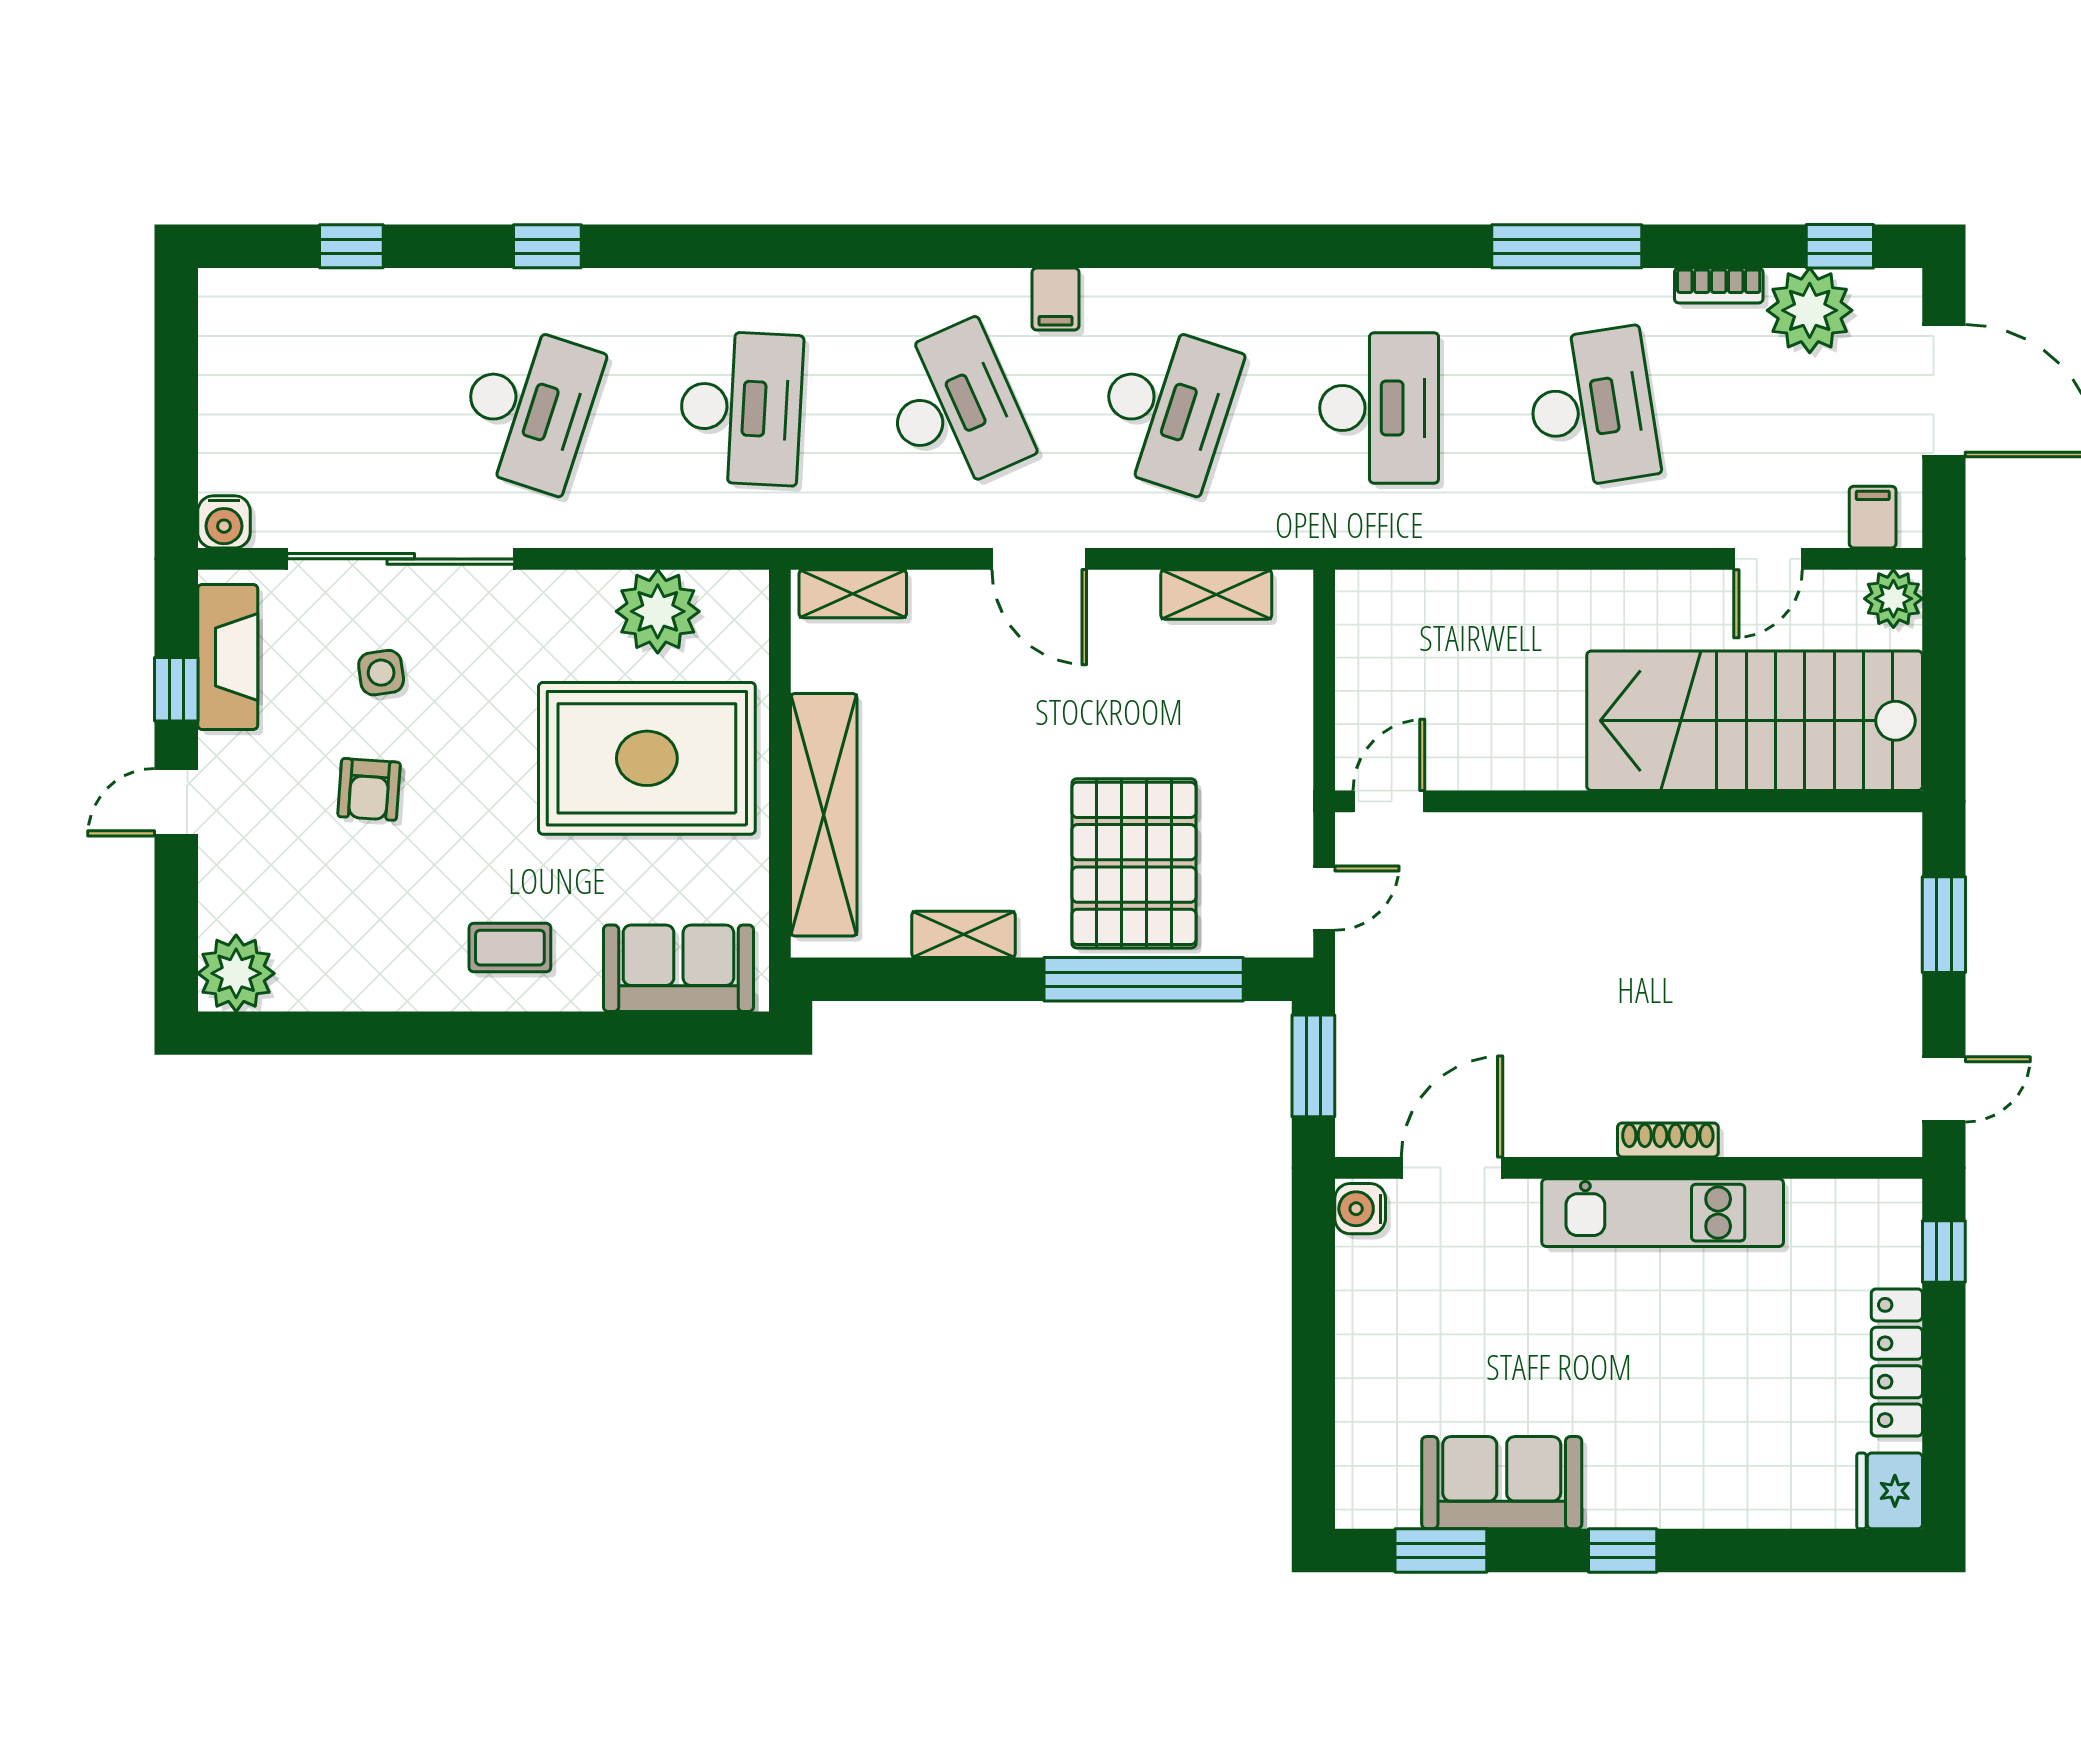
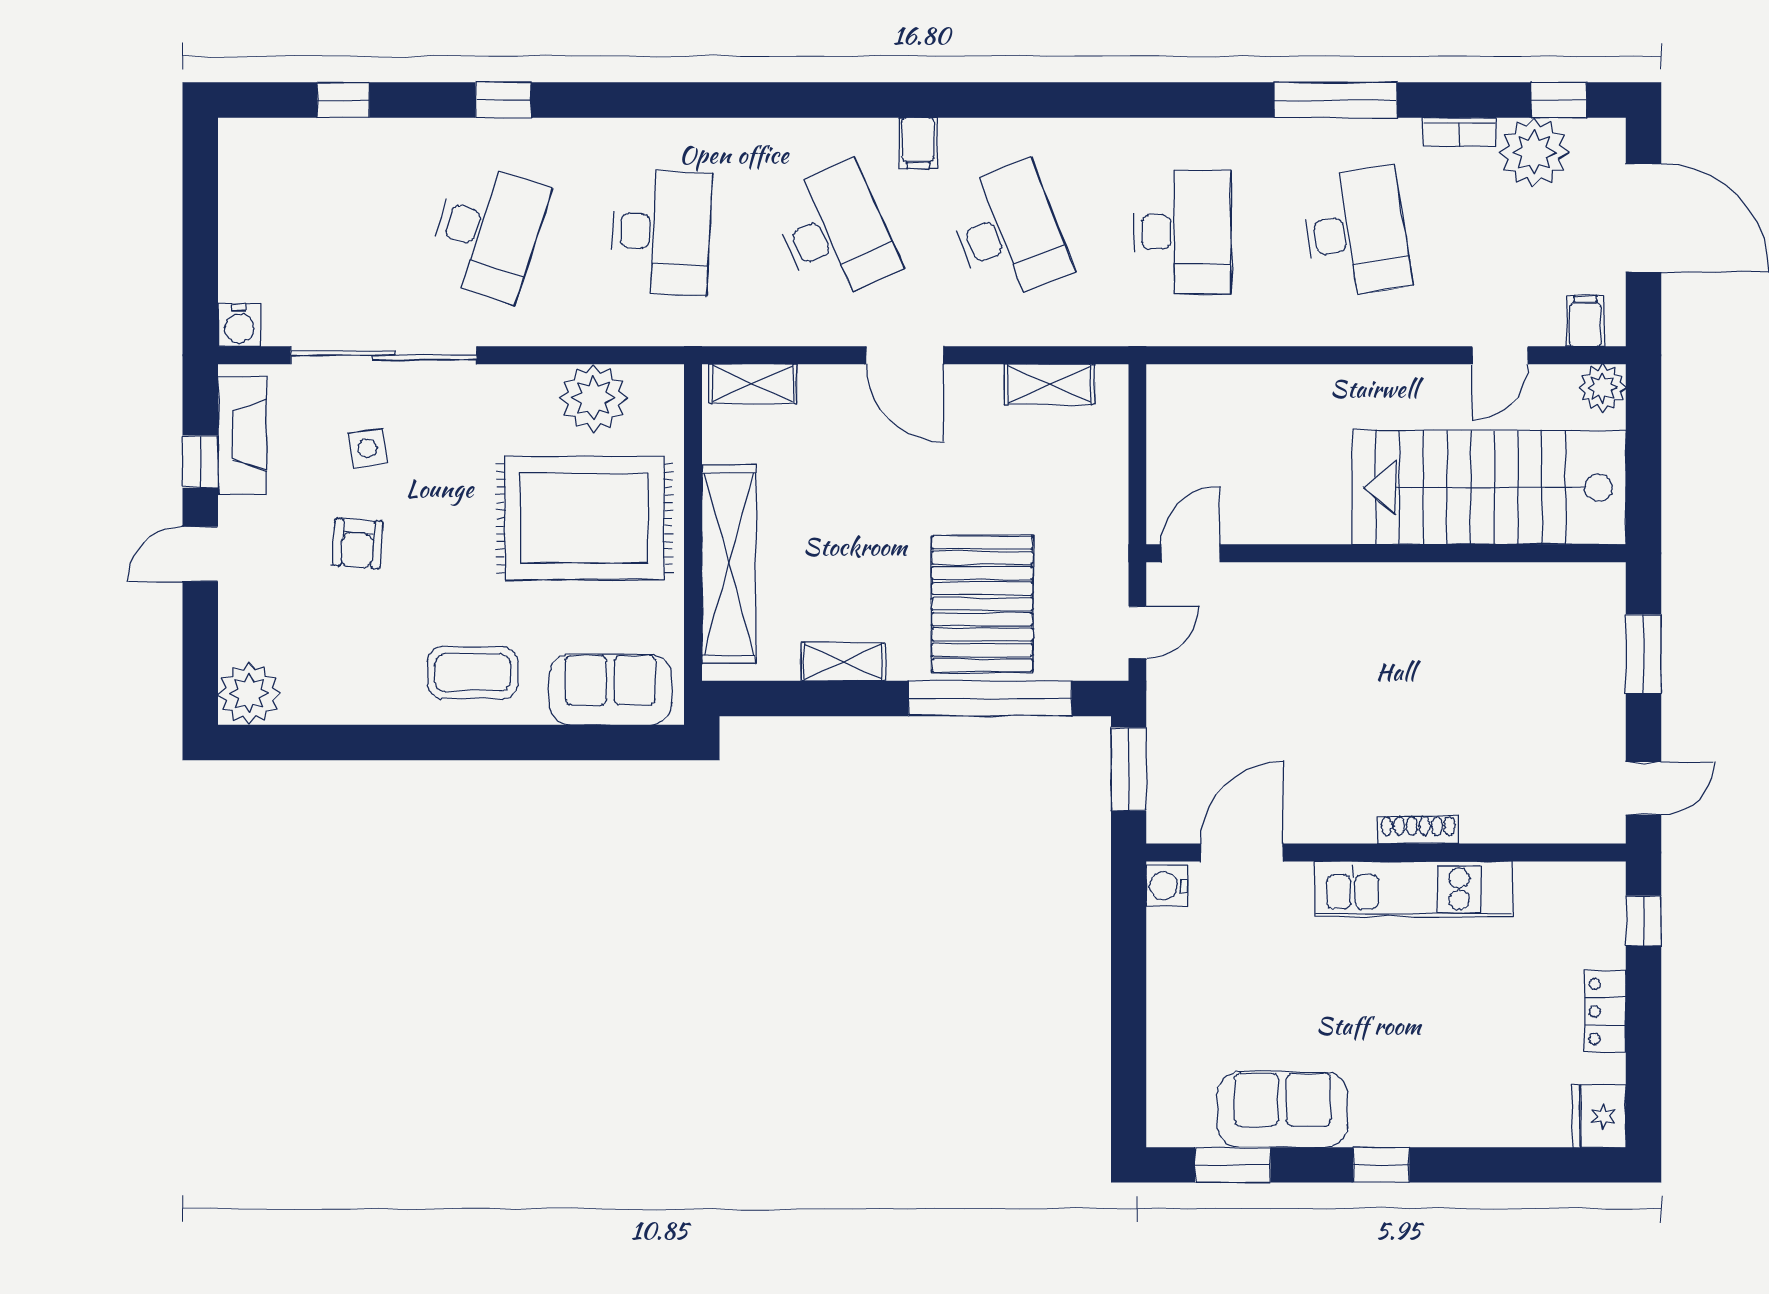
desk: (1166, 408) -> (1009, 232), turned -39
coffee table: (510, 948) -> (473, 673), width x1.36, depth x1.30
locker: (1897, 1362) -> (1605, 1011), width x0.66

